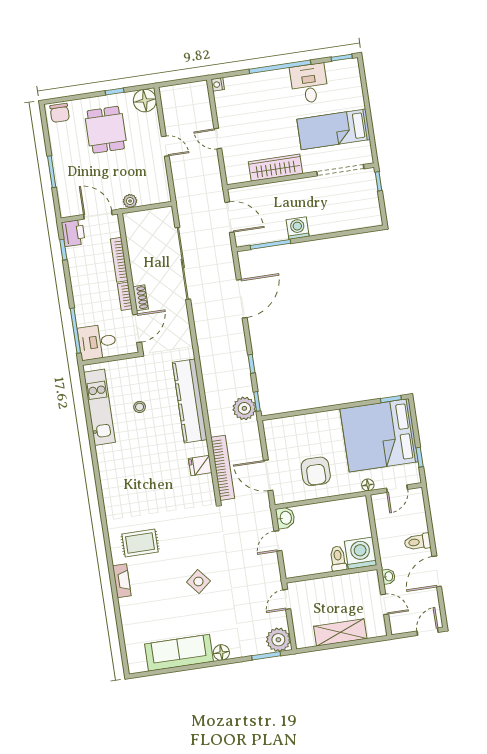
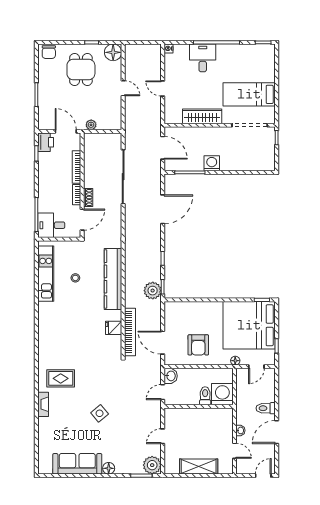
desk: (309, 83) -> (203, 58), moved
washing machine: (361, 553) -> (222, 394), moved
toilet: (338, 559) -> (205, 396), moved
wall: (331, 574) -> (199, 406), moved

